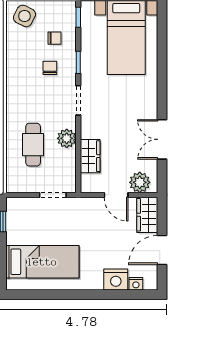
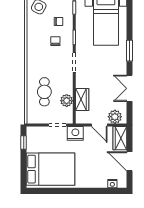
window: (162, 82) -> (130, 51), added
plant: (67, 138) -> (67, 101), moved
door: (162, 250) -> (130, 161), hinge flipped
bed: (42, 262) -> (51, 169), width x1.50
nightstand: (116, 280) -> (75, 133), moved, turned 180

